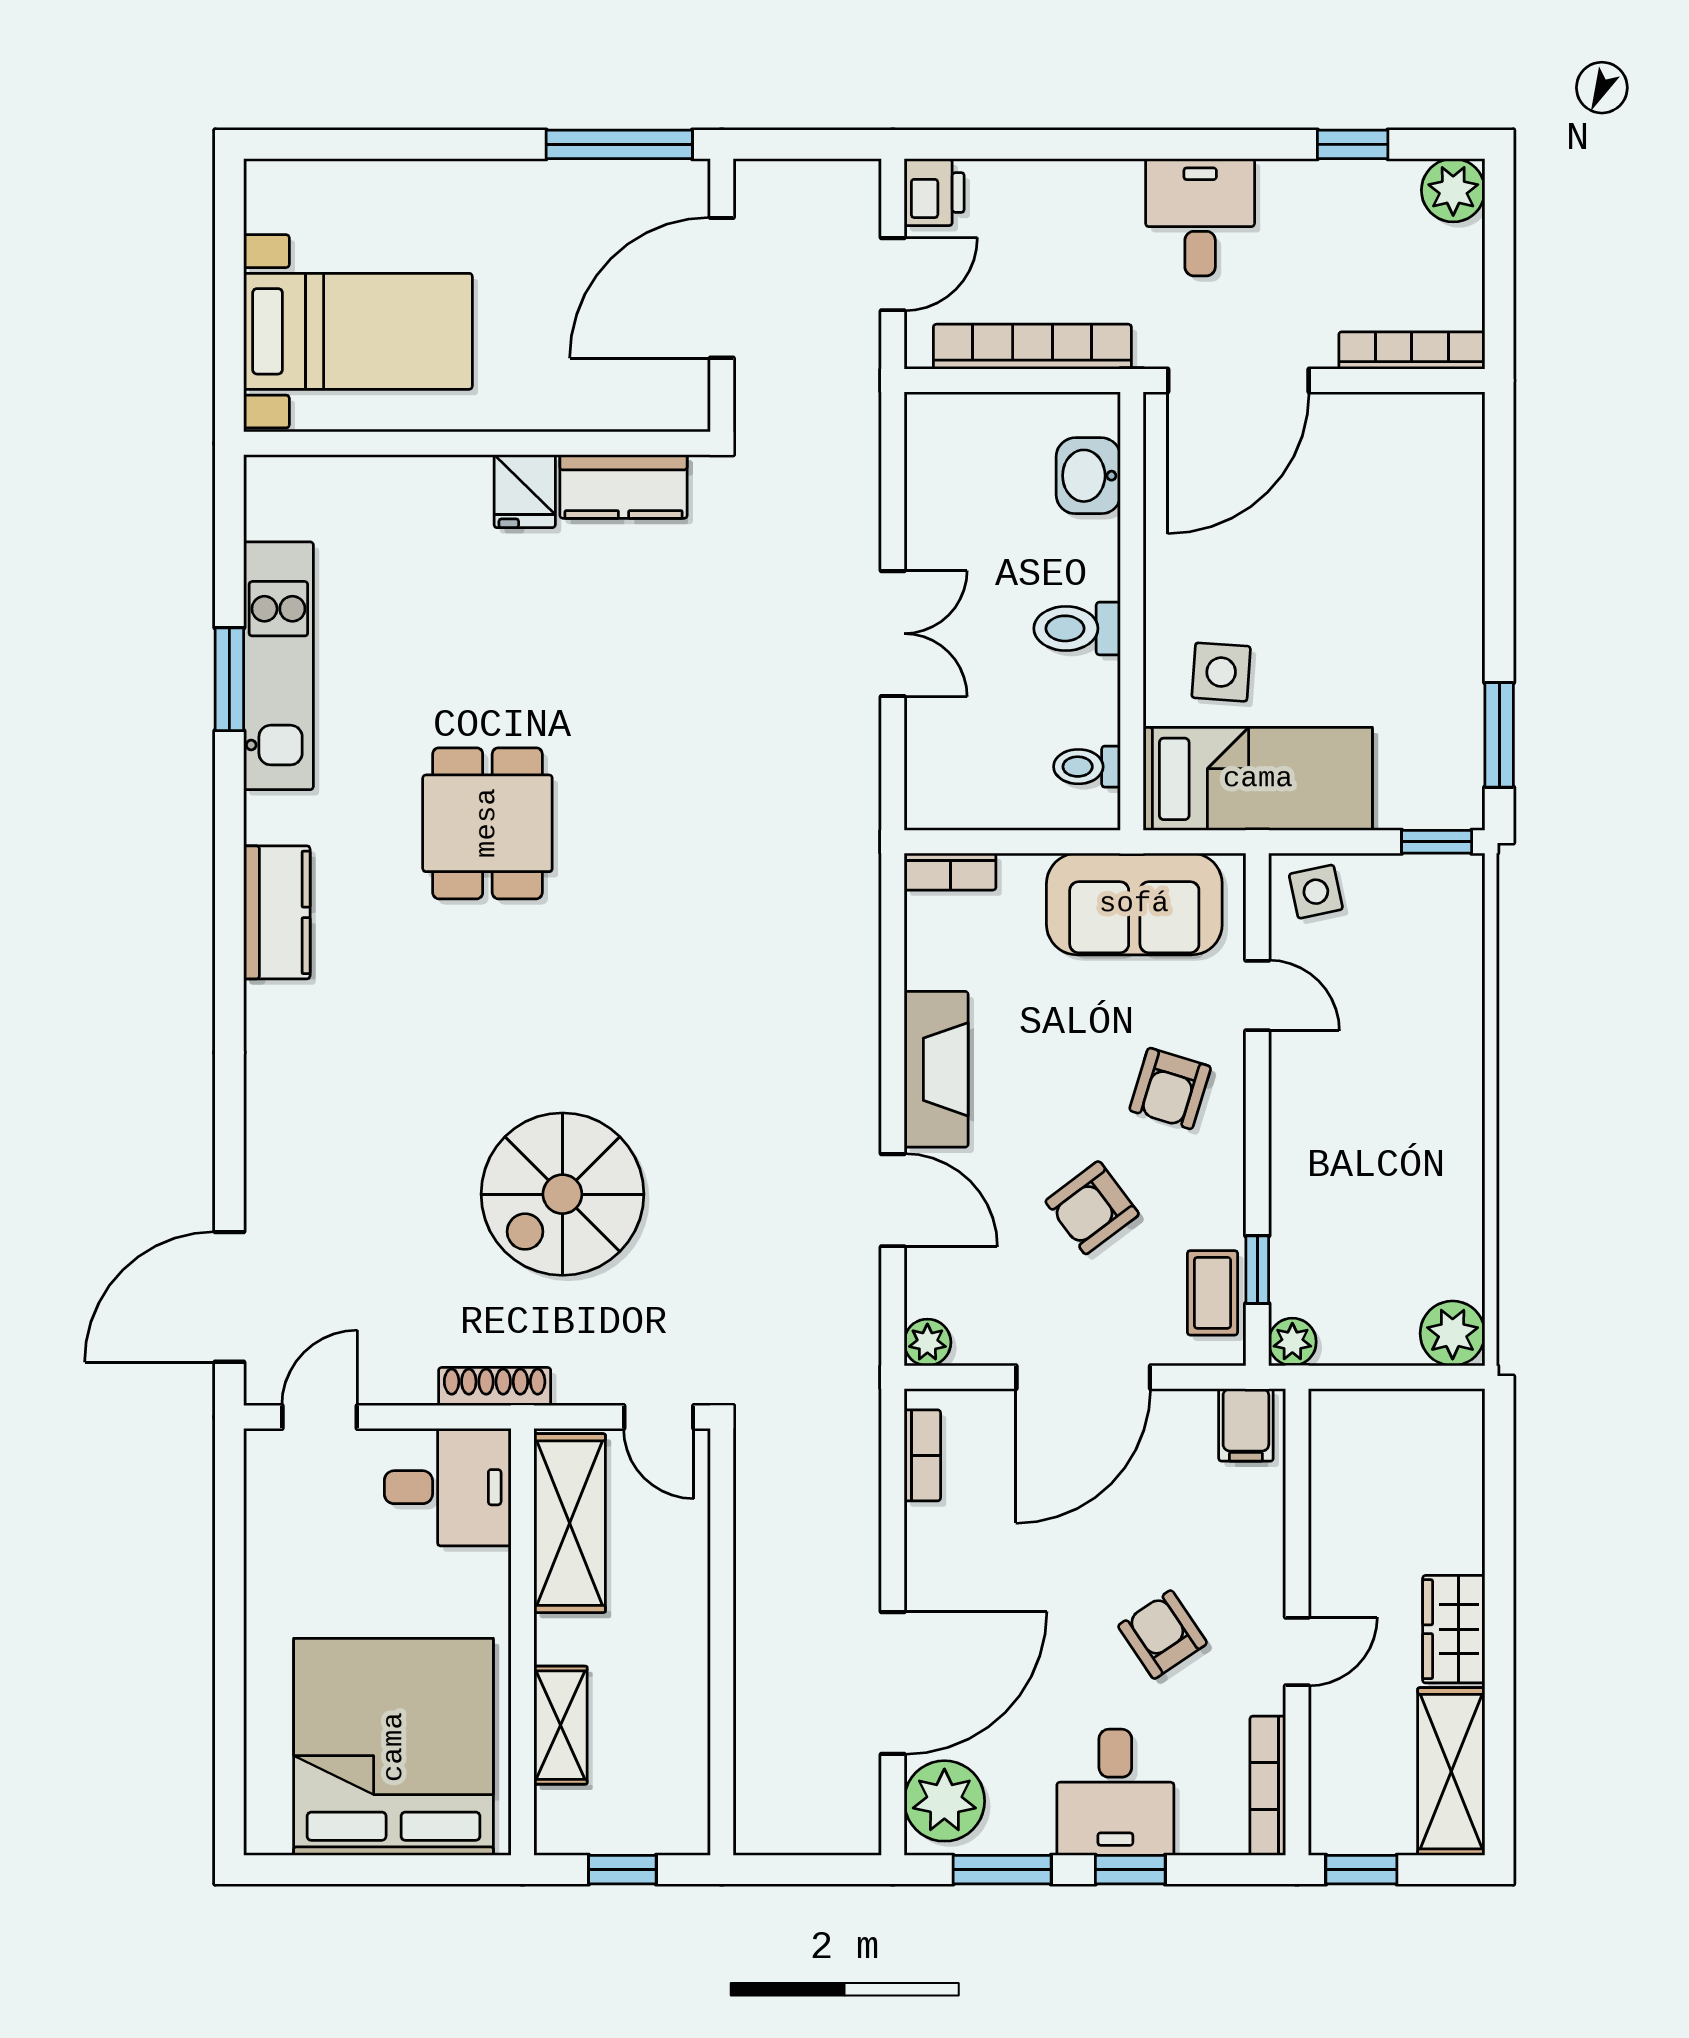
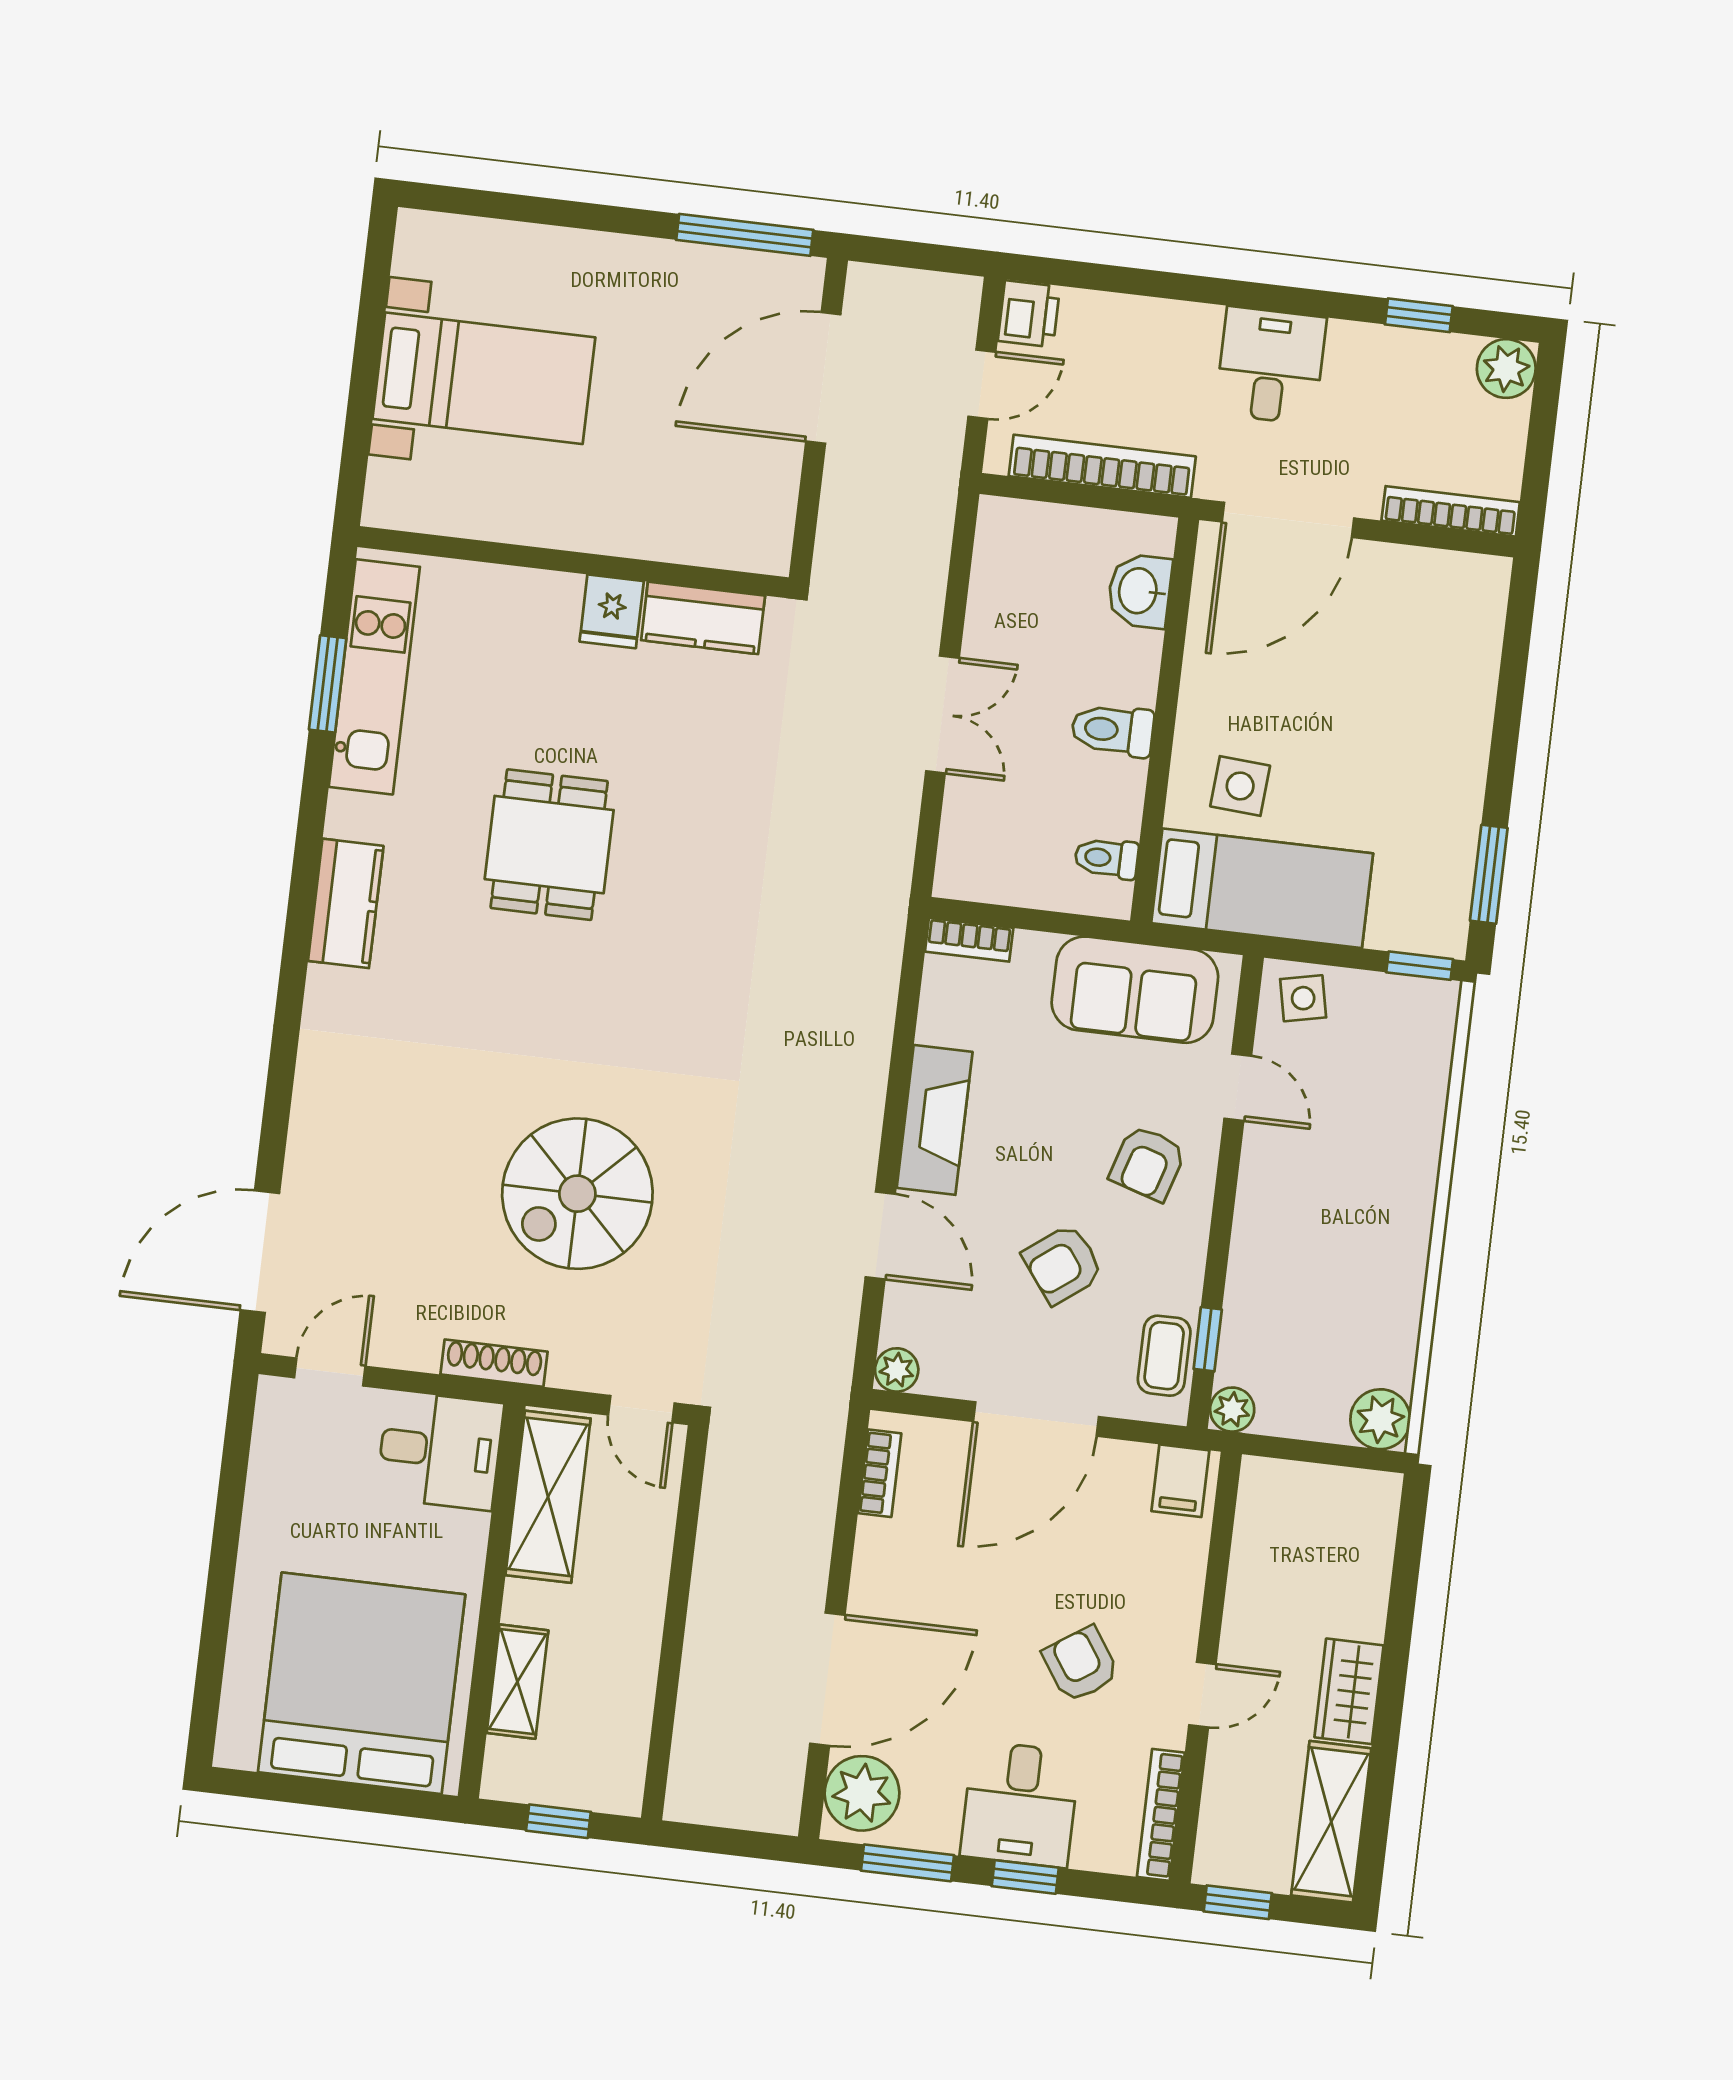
wall: (477, 443) -> (573, 562), moved
kitchen counter: (624, 486) -> (703, 618), moved
fridge: (525, 491) -> (612, 611), moved

